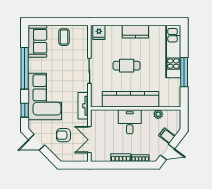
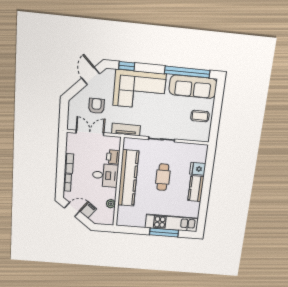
fridge: (99, 32) -> (198, 169), moved
sofa: (37, 41) -> (193, 87), width x1.36
window: (25, 68) -> (187, 72), moved
window: (184, 72) -> (164, 232), moved
printer: (111, 116) -> (113, 157), added
door: (168, 152) -> (72, 210), swing flipped

